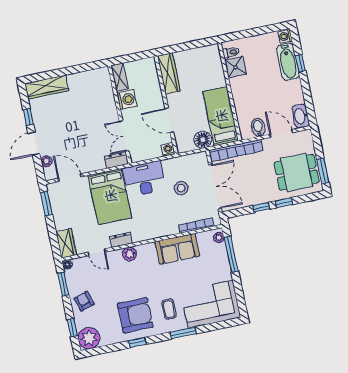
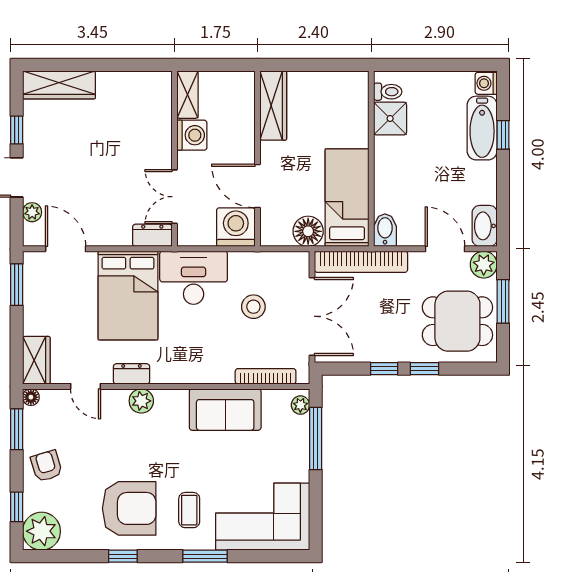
bidet: (258, 127) -> (385, 230), moved
plant: (305, 138) -> (484, 265), added
washing machine: (168, 150) -> (236, 227), width x1.89, depth x1.89
window: (323, 171) -> (503, 301), moved

